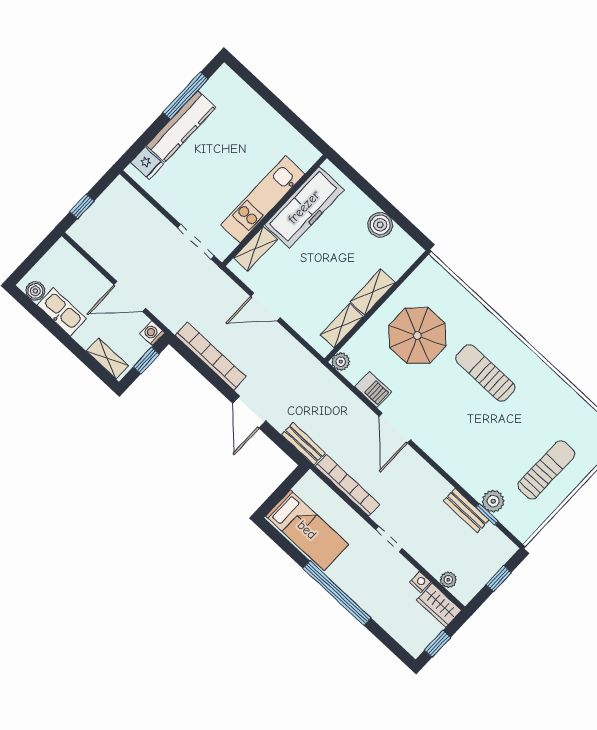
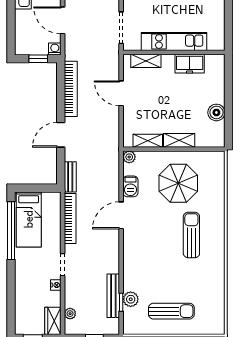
freezer: (304, 207) -> (190, 64), width x0.52, depth x0.79
shelving: (107, 358) -> (21, 38), removed
bench: (466, 510) -> (113, 296), width x1.36
nightstand: (420, 582) -> (56, 285), moved
window: (337, 593) -> (11, 231), moved

